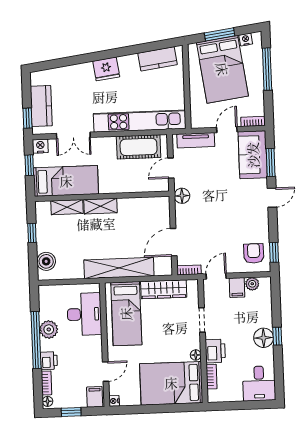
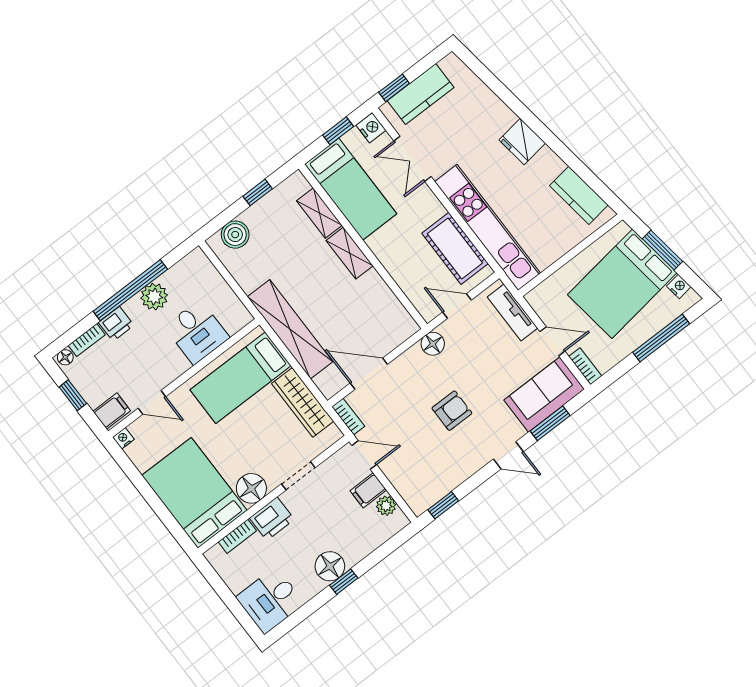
armchair: (254, 253) -> (452, 411), moved
desk: (84, 314) -> (197, 332), width x0.73
floor lamp: (196, 355) -> (251, 488), width x1.89, depth x1.89

